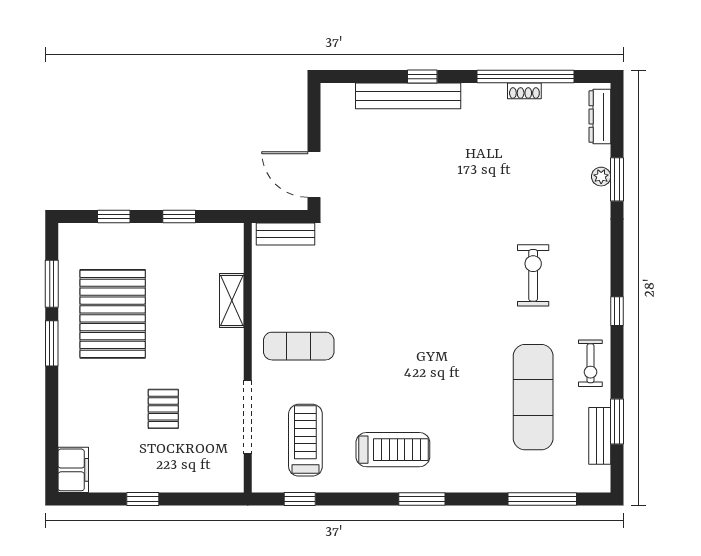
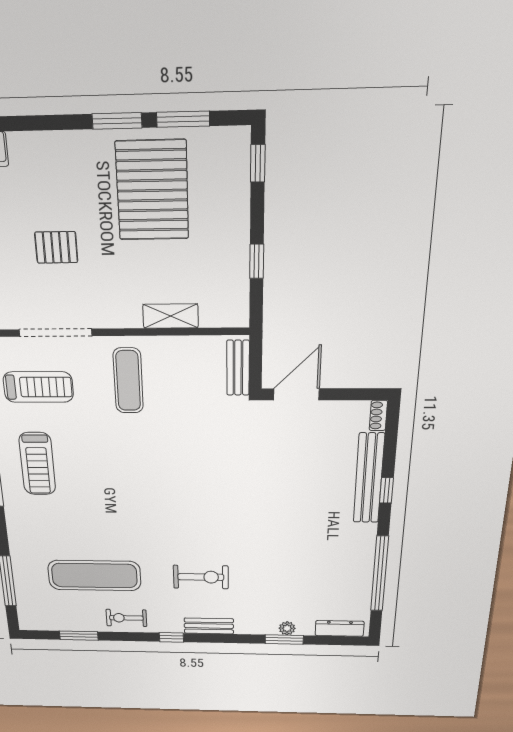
shoe rack: (524, 91) -> (378, 415), moved
window: (114, 216) -> (258, 163), moved
pallet: (113, 314) -> (152, 190), turned 90
bench: (600, 436) -> (209, 626), moved

